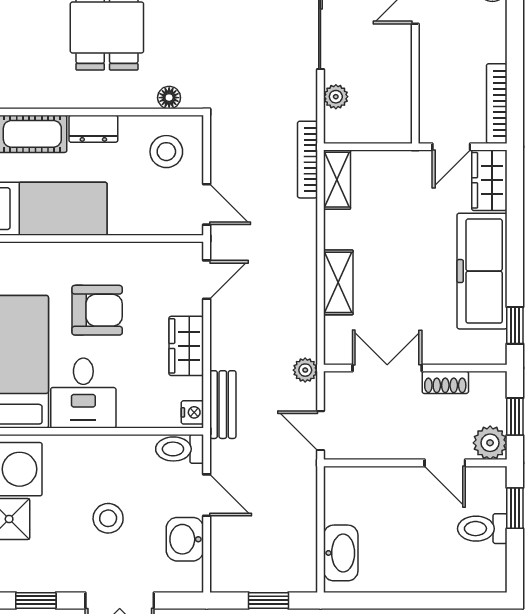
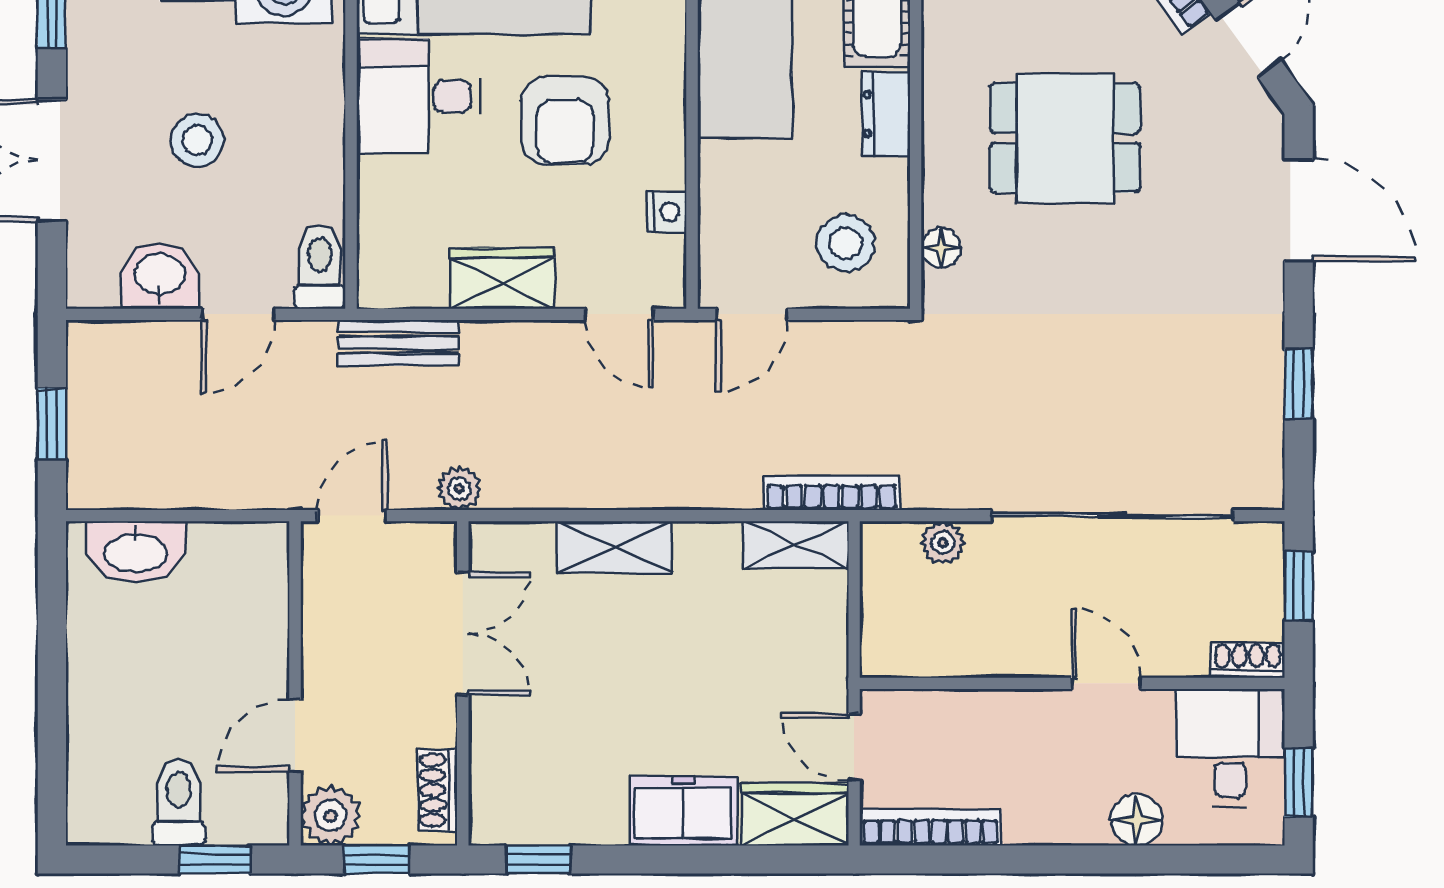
freezer: (482, 271) -> (683, 811), width x0.52, depth x0.79
shoe rack: (445, 382) -> (437, 790), moved
nightstand: (192, 412) -> (667, 212), moved, turned -90

